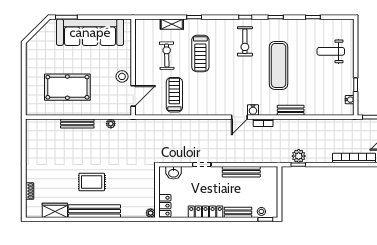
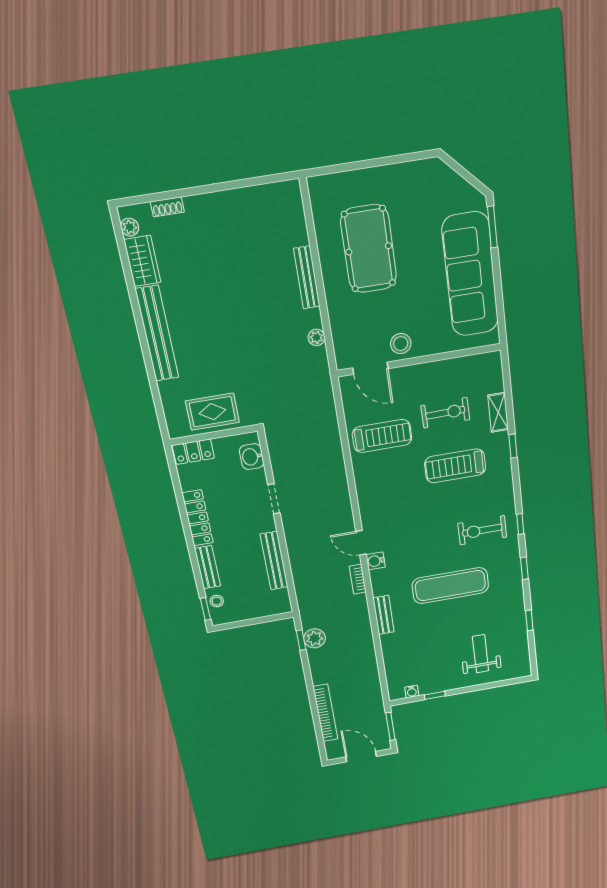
rug: (92, 182) -> (212, 412), moved, turned 90
plant: (151, 213) -> (130, 227), moved

